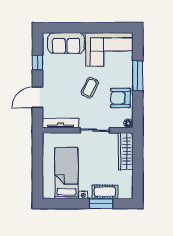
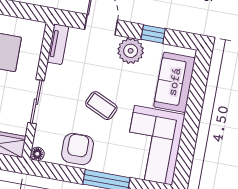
plant: (51, 75) -> (131, 51), added
tv unit: (60, 123) -> (58, 44), width x0.71

